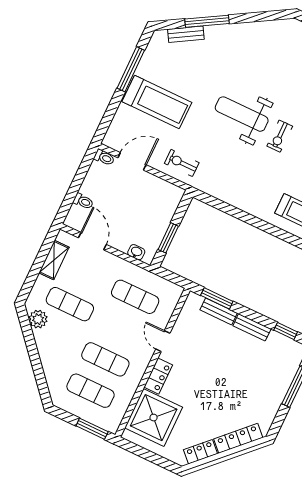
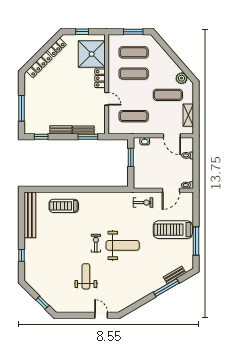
window: (92, 429) -> (133, 32), moved
window: (152, 457) -> (82, 32), added

